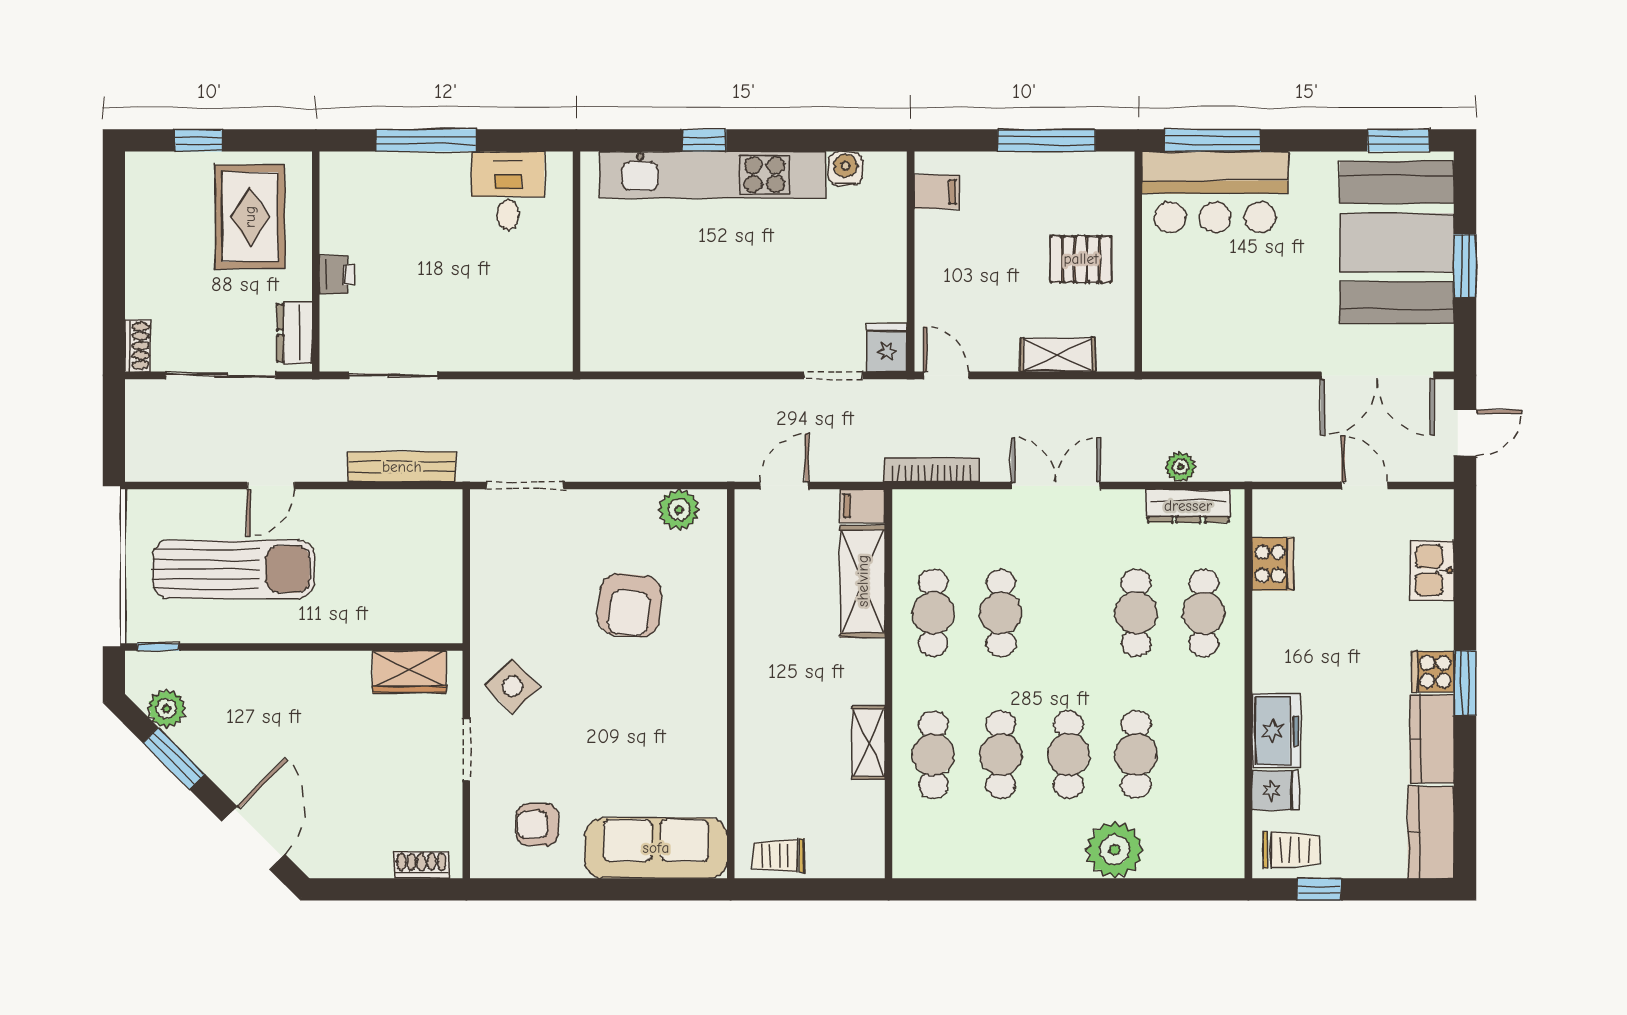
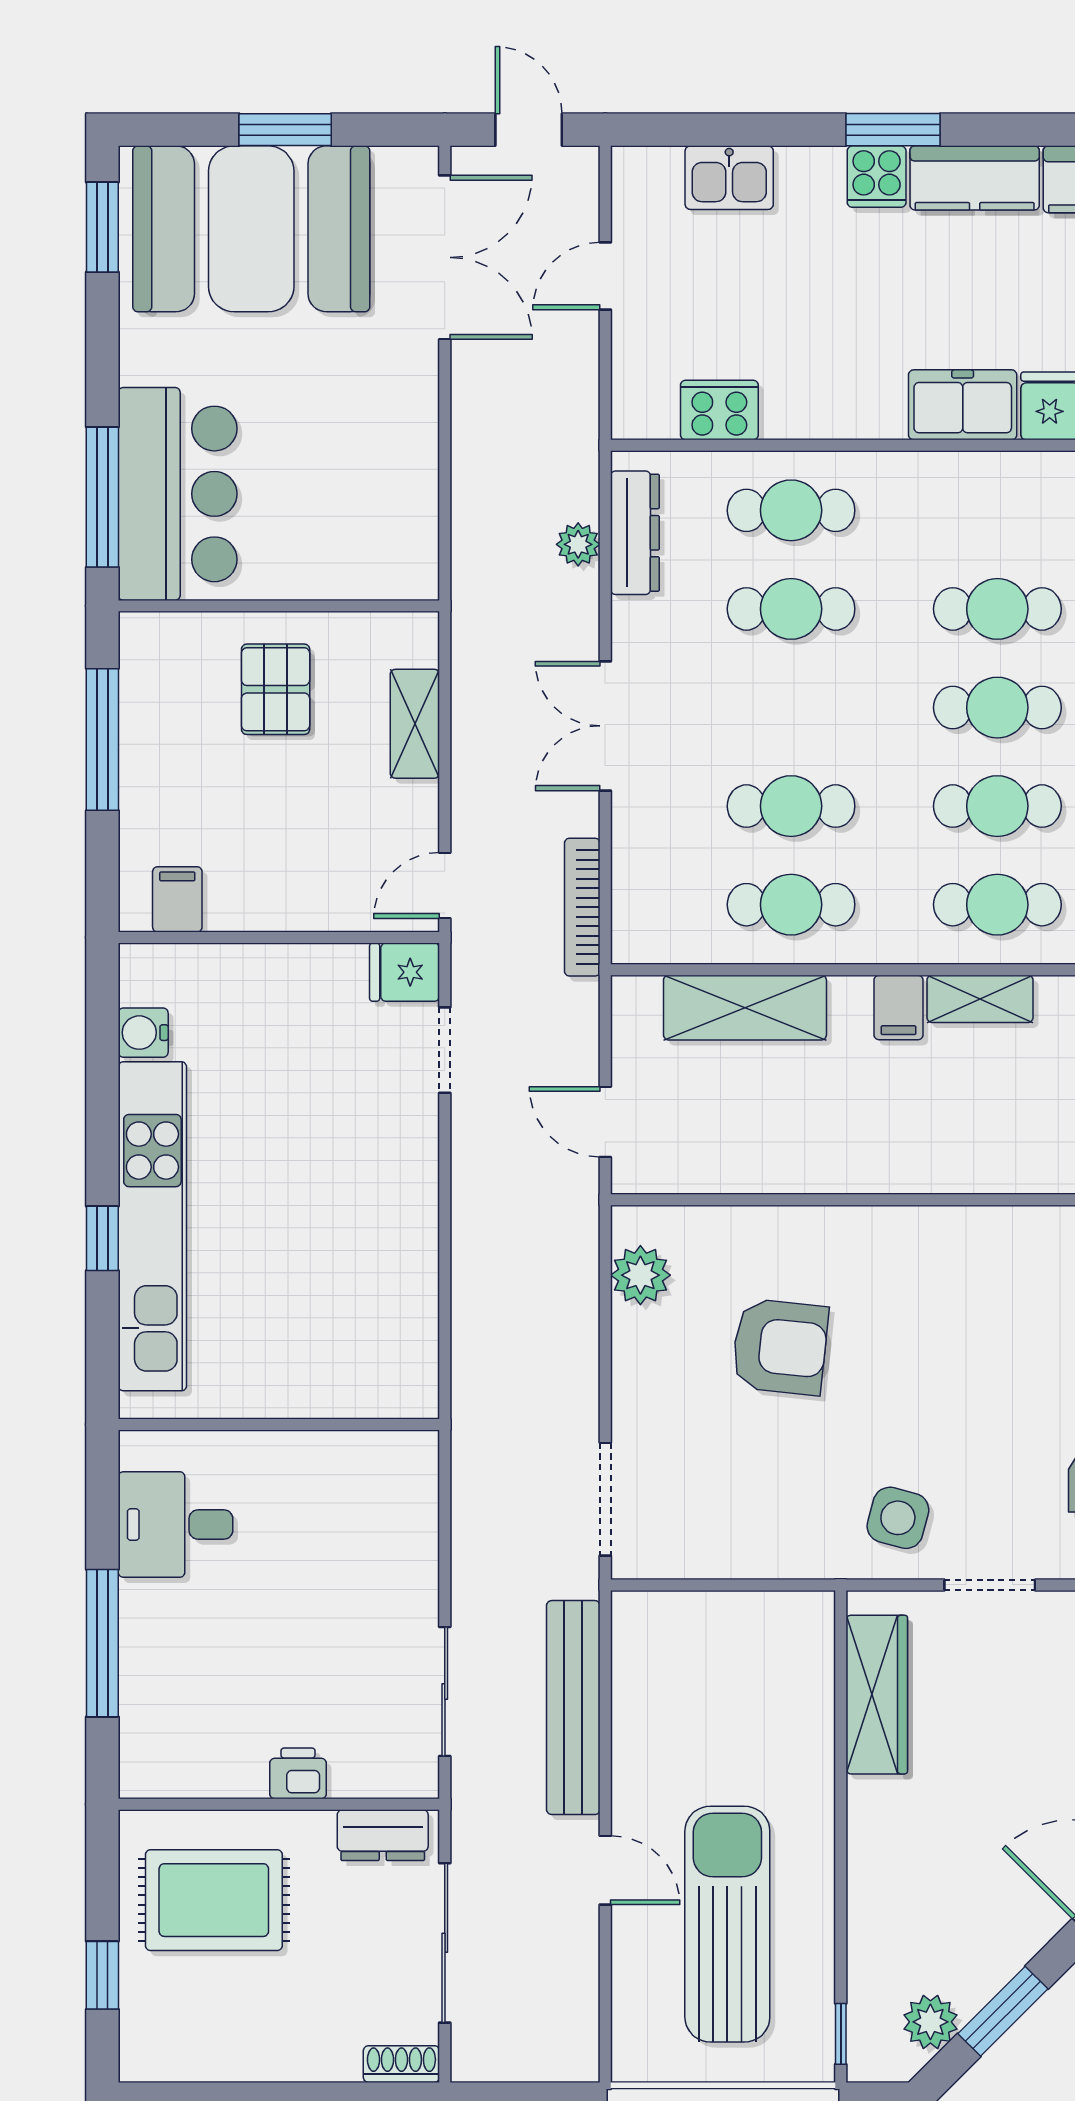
bench: (402, 467) -> (573, 1708), width x1.37, depth x1.21
filing cabinet: (863, 506) -> (899, 1007), moved
wardrobe: (409, 672) -> (877, 1695), width x1.50
side table: (512, 686) -> (898, 1518), turned -31

